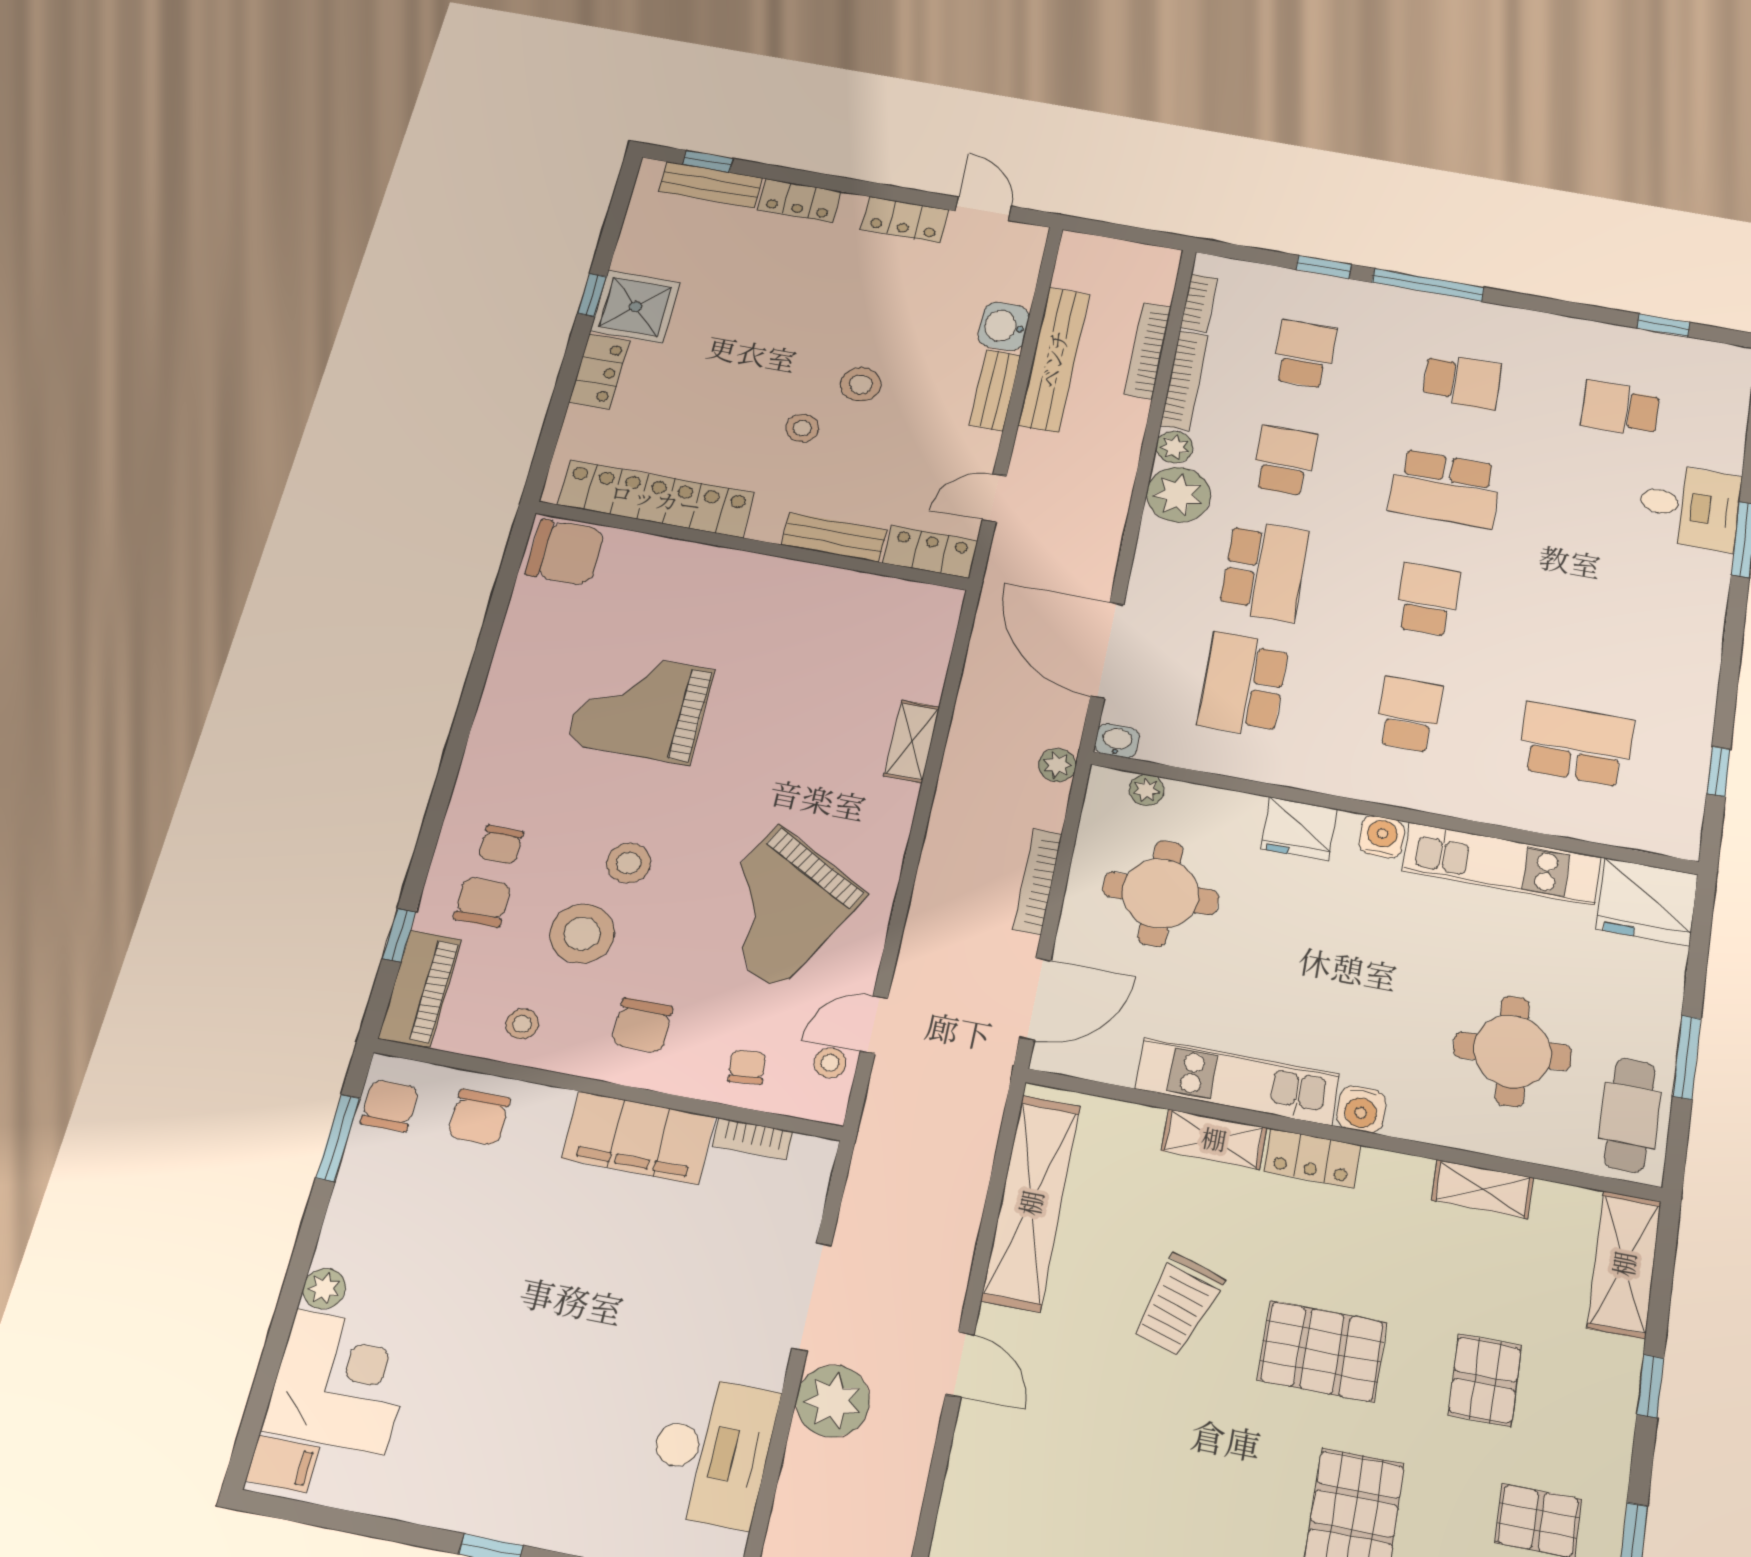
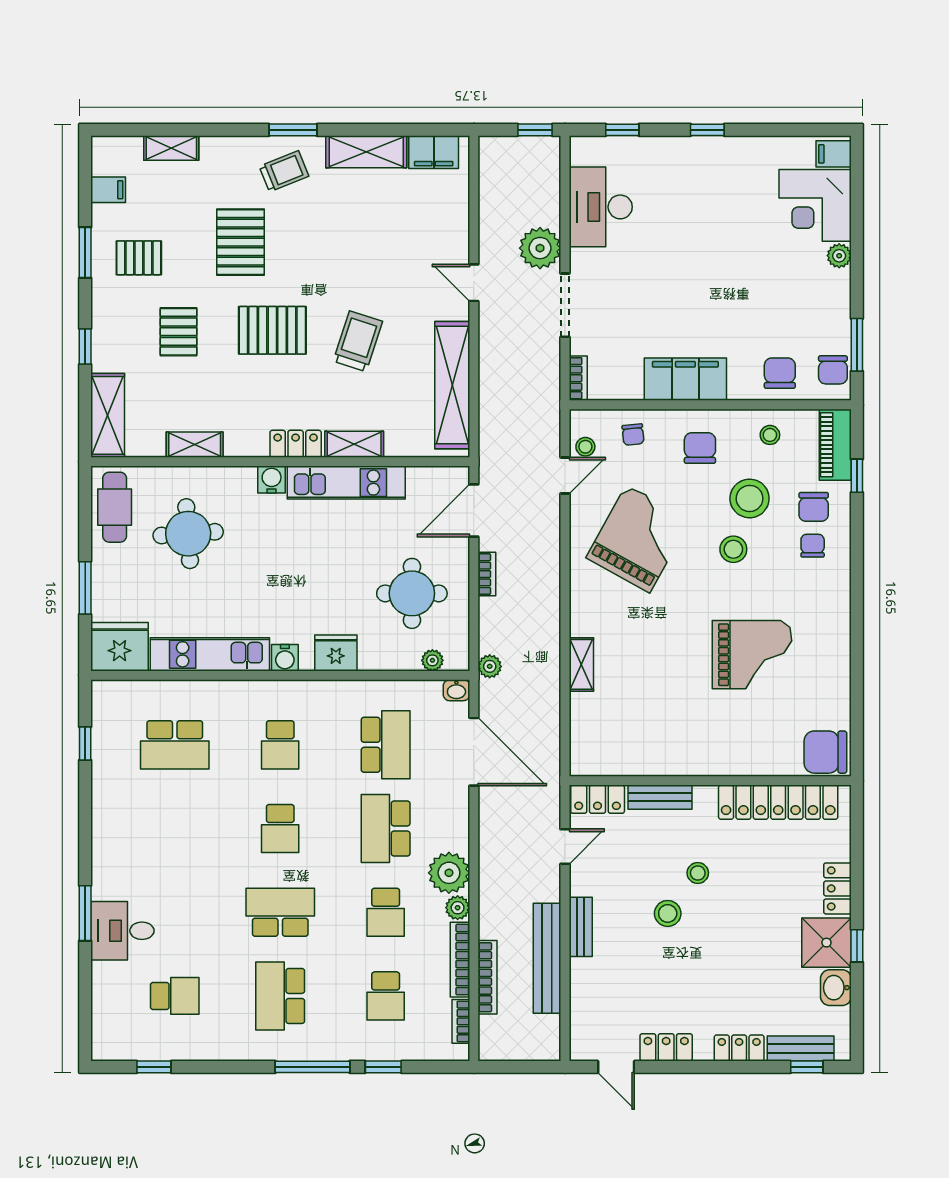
washbasin: (1004, 326) -> (836, 988), moved, turned 180
school desk: (1462, 381) -> (280, 996), width x1.85
bookcase: (1038, 881) -> (487, 574), width x0.64
window: (1687, 1057) -> (85, 588), moved
bookcase: (753, 1139) -> (578, 378), moved, turned 90

